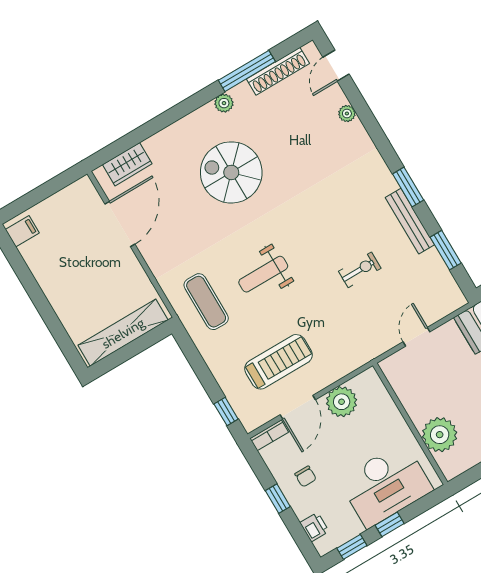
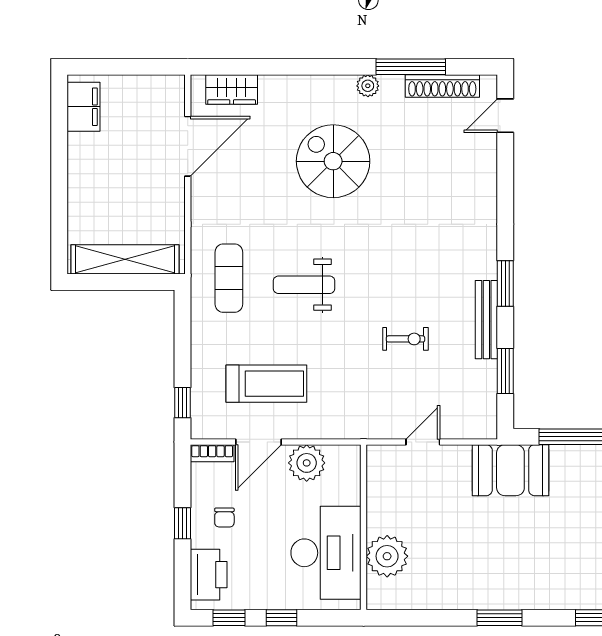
plant: (347, 114) -> (487, 171), removed
filing cabinet: (22, 231) -> (83, 107), width x2.00
desk: (386, 485) -> (326, 553), moved, turned -90
printer: (314, 527) -> (209, 575), width x1.87, depth x1.48

